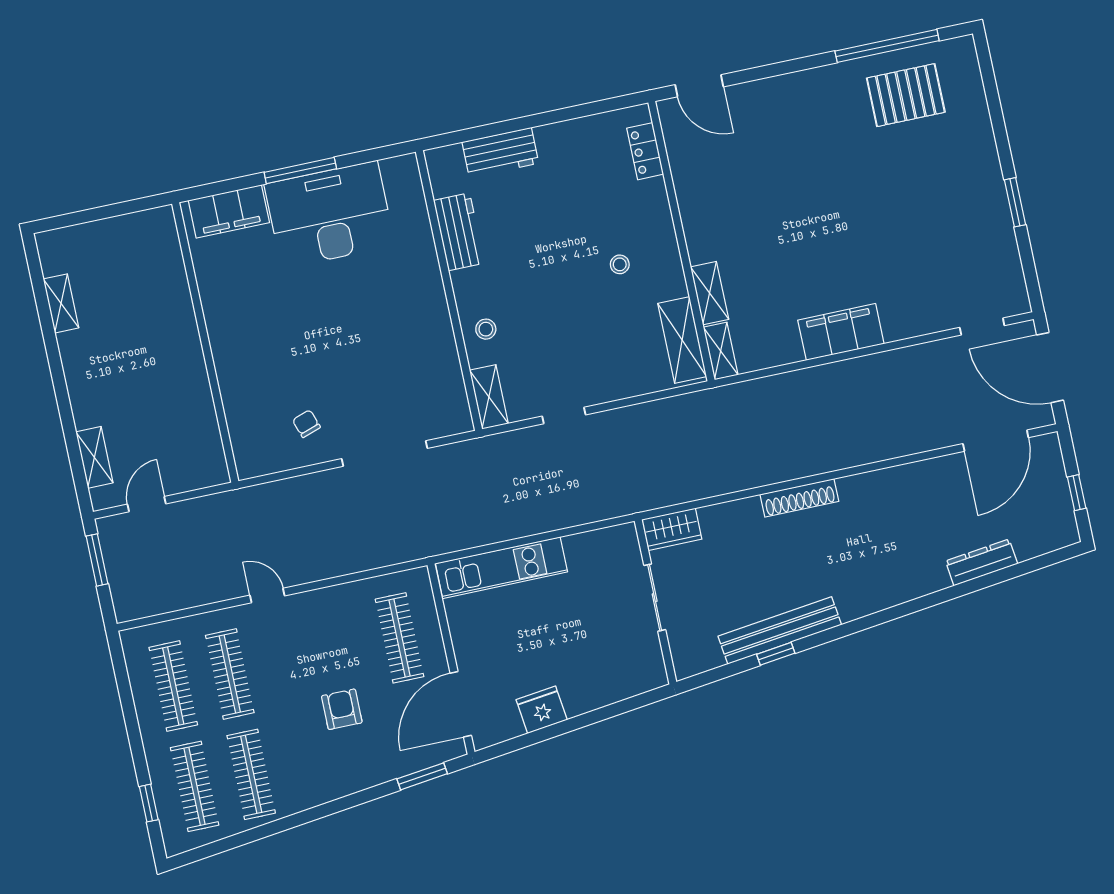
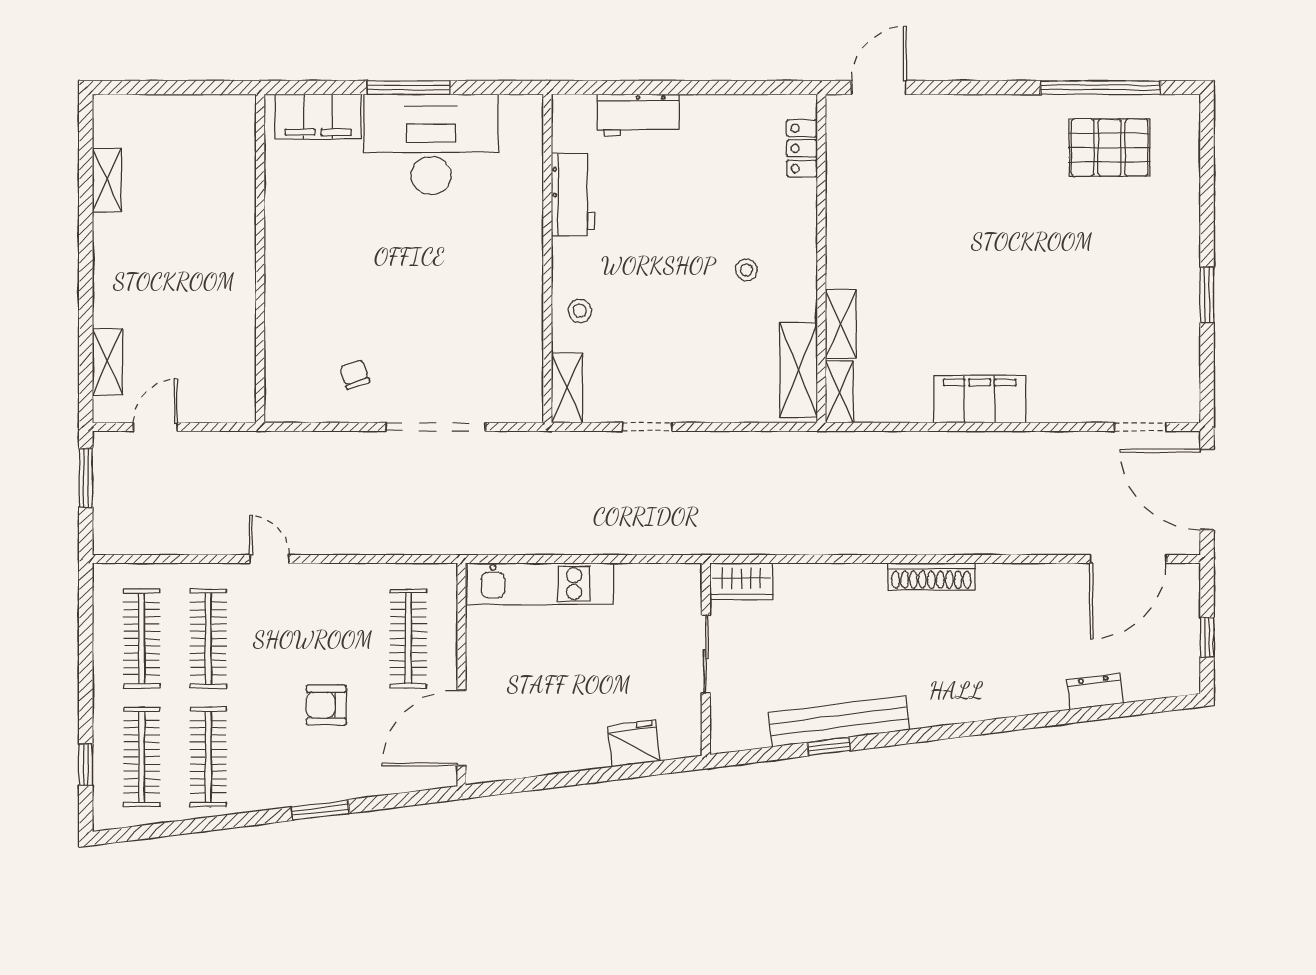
door: (699, 86) -> (879, 88), swing flipped
shoe rack: (799, 498) -> (931, 576), moved
dresser: (982, 562) -> (1095, 691), width x0.70
armchair: (342, 709) -> (326, 705), turned -90
fridge: (542, 710) -> (634, 743), moved
window: (422, 776) -> (320, 810), moved

